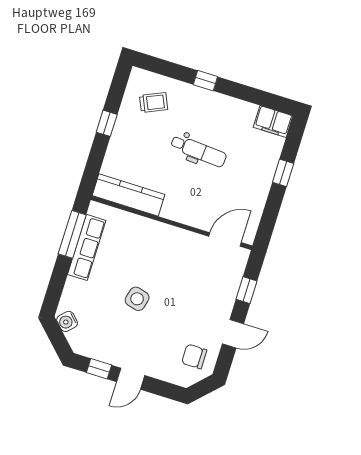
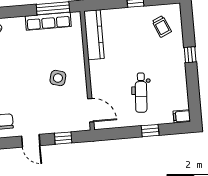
filing cabinet: (273, 122) -> (182, 116), width x0.50
dental chair: (199, 151) -> (141, 93), moved
side table: (137, 299) -> (58, 78), moved

